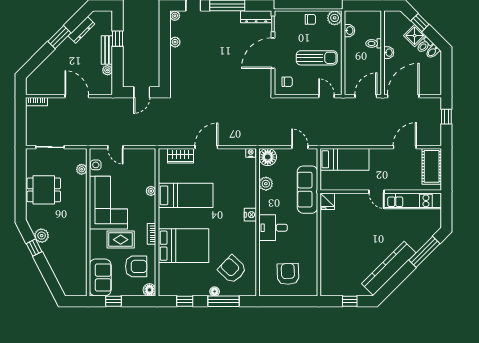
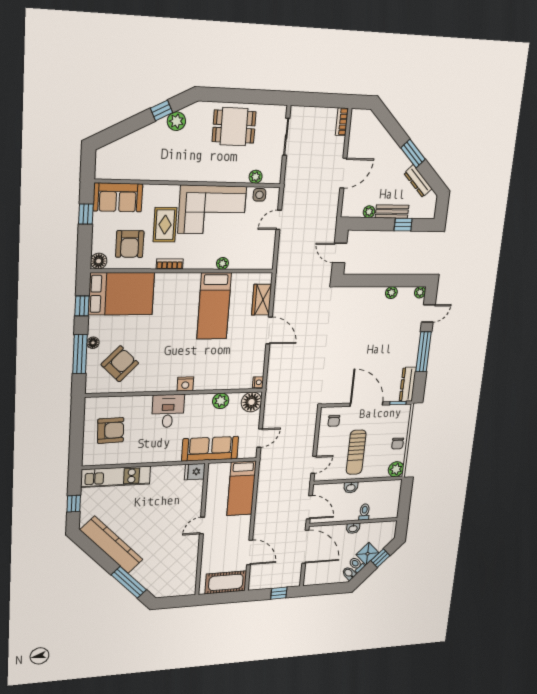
washbasin: (349, 31) -> (351, 487), moved
dining table: (44, 190) -> (234, 127), turned 90
kitchen unit: (413, 201) -> (116, 477), moved, turned -90
bed: (183, 246) -> (121, 294), moved, turned -90

